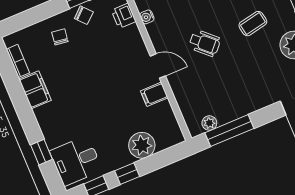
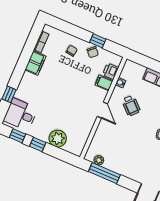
wheelchair: (205, 43) -> (131, 106), moved
filing cabinet: (154, 94) -> (104, 83), moved

